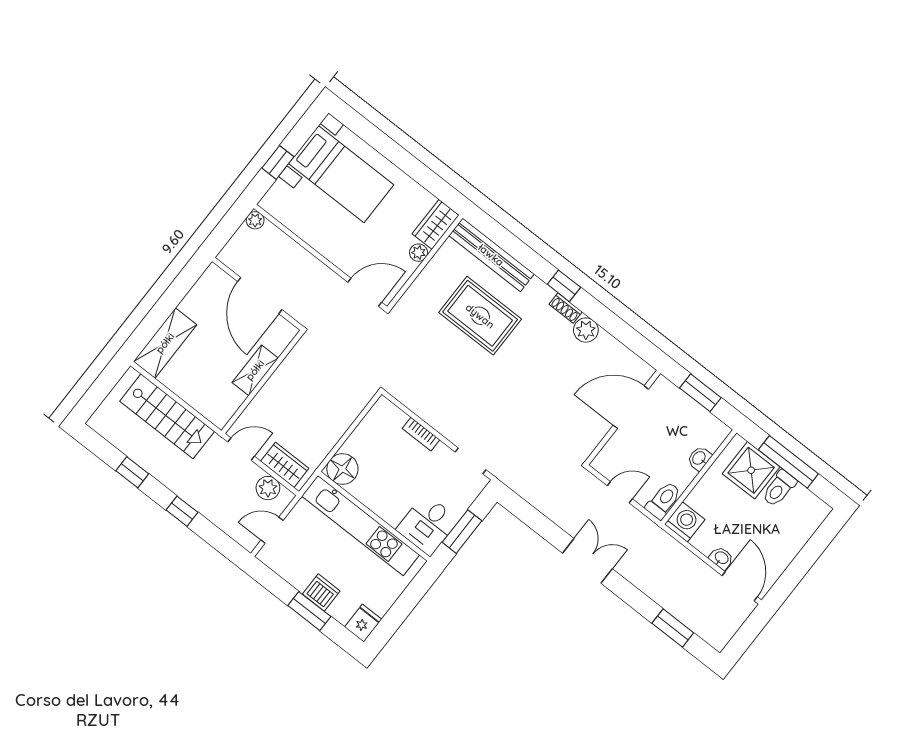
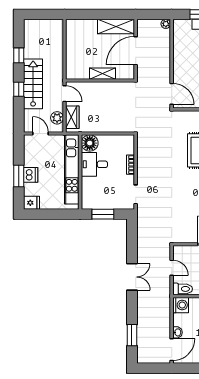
shelving: (165, 343) -> (116, 26), moved
stairs: (167, 416) -> (33, 84), moved, turned 180
desk: (428, 525) -> (94, 164), moved

